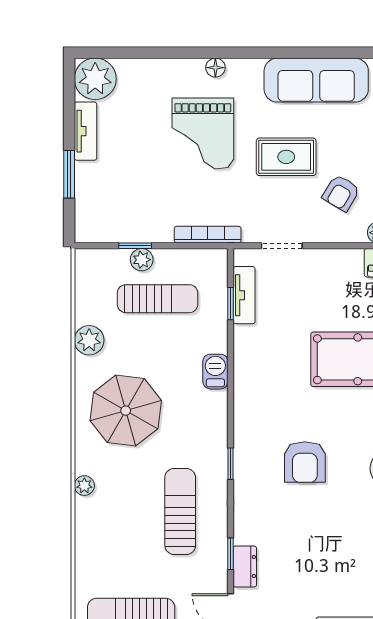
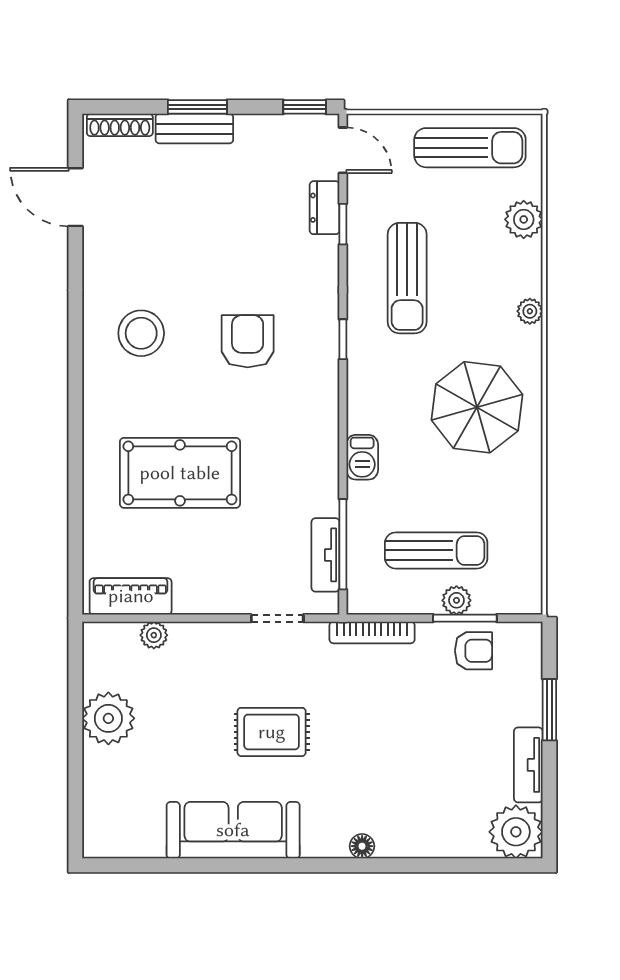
grand piano: (203, 133) -> (378, 762), removed
armchair: (341, 193) -> (474, 651), moved, turned 59
window: (135, 246) -> (465, 618), width x1.50
sun lounger: (158, 299) -> (436, 550), turned 180
window: (230, 304) -> (343, 544), width x2.17
plant: (89, 340) -> (524, 219), moved

